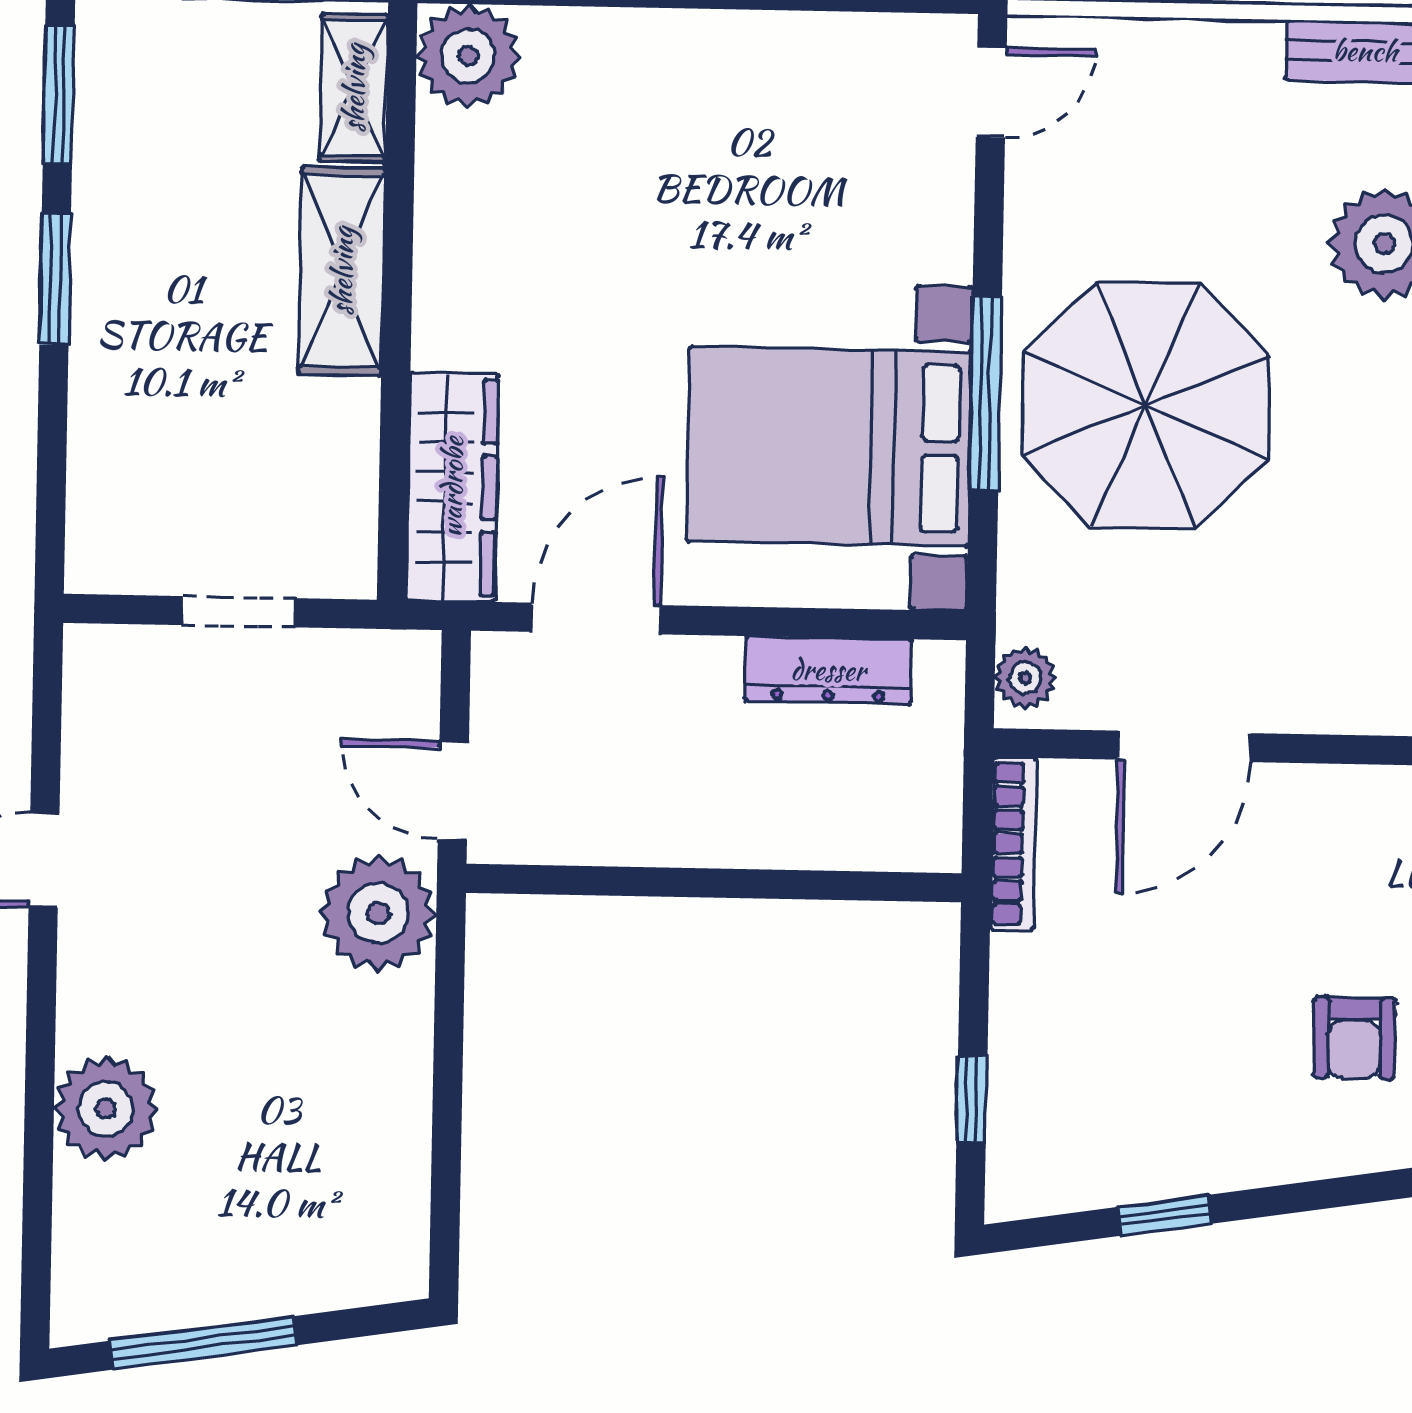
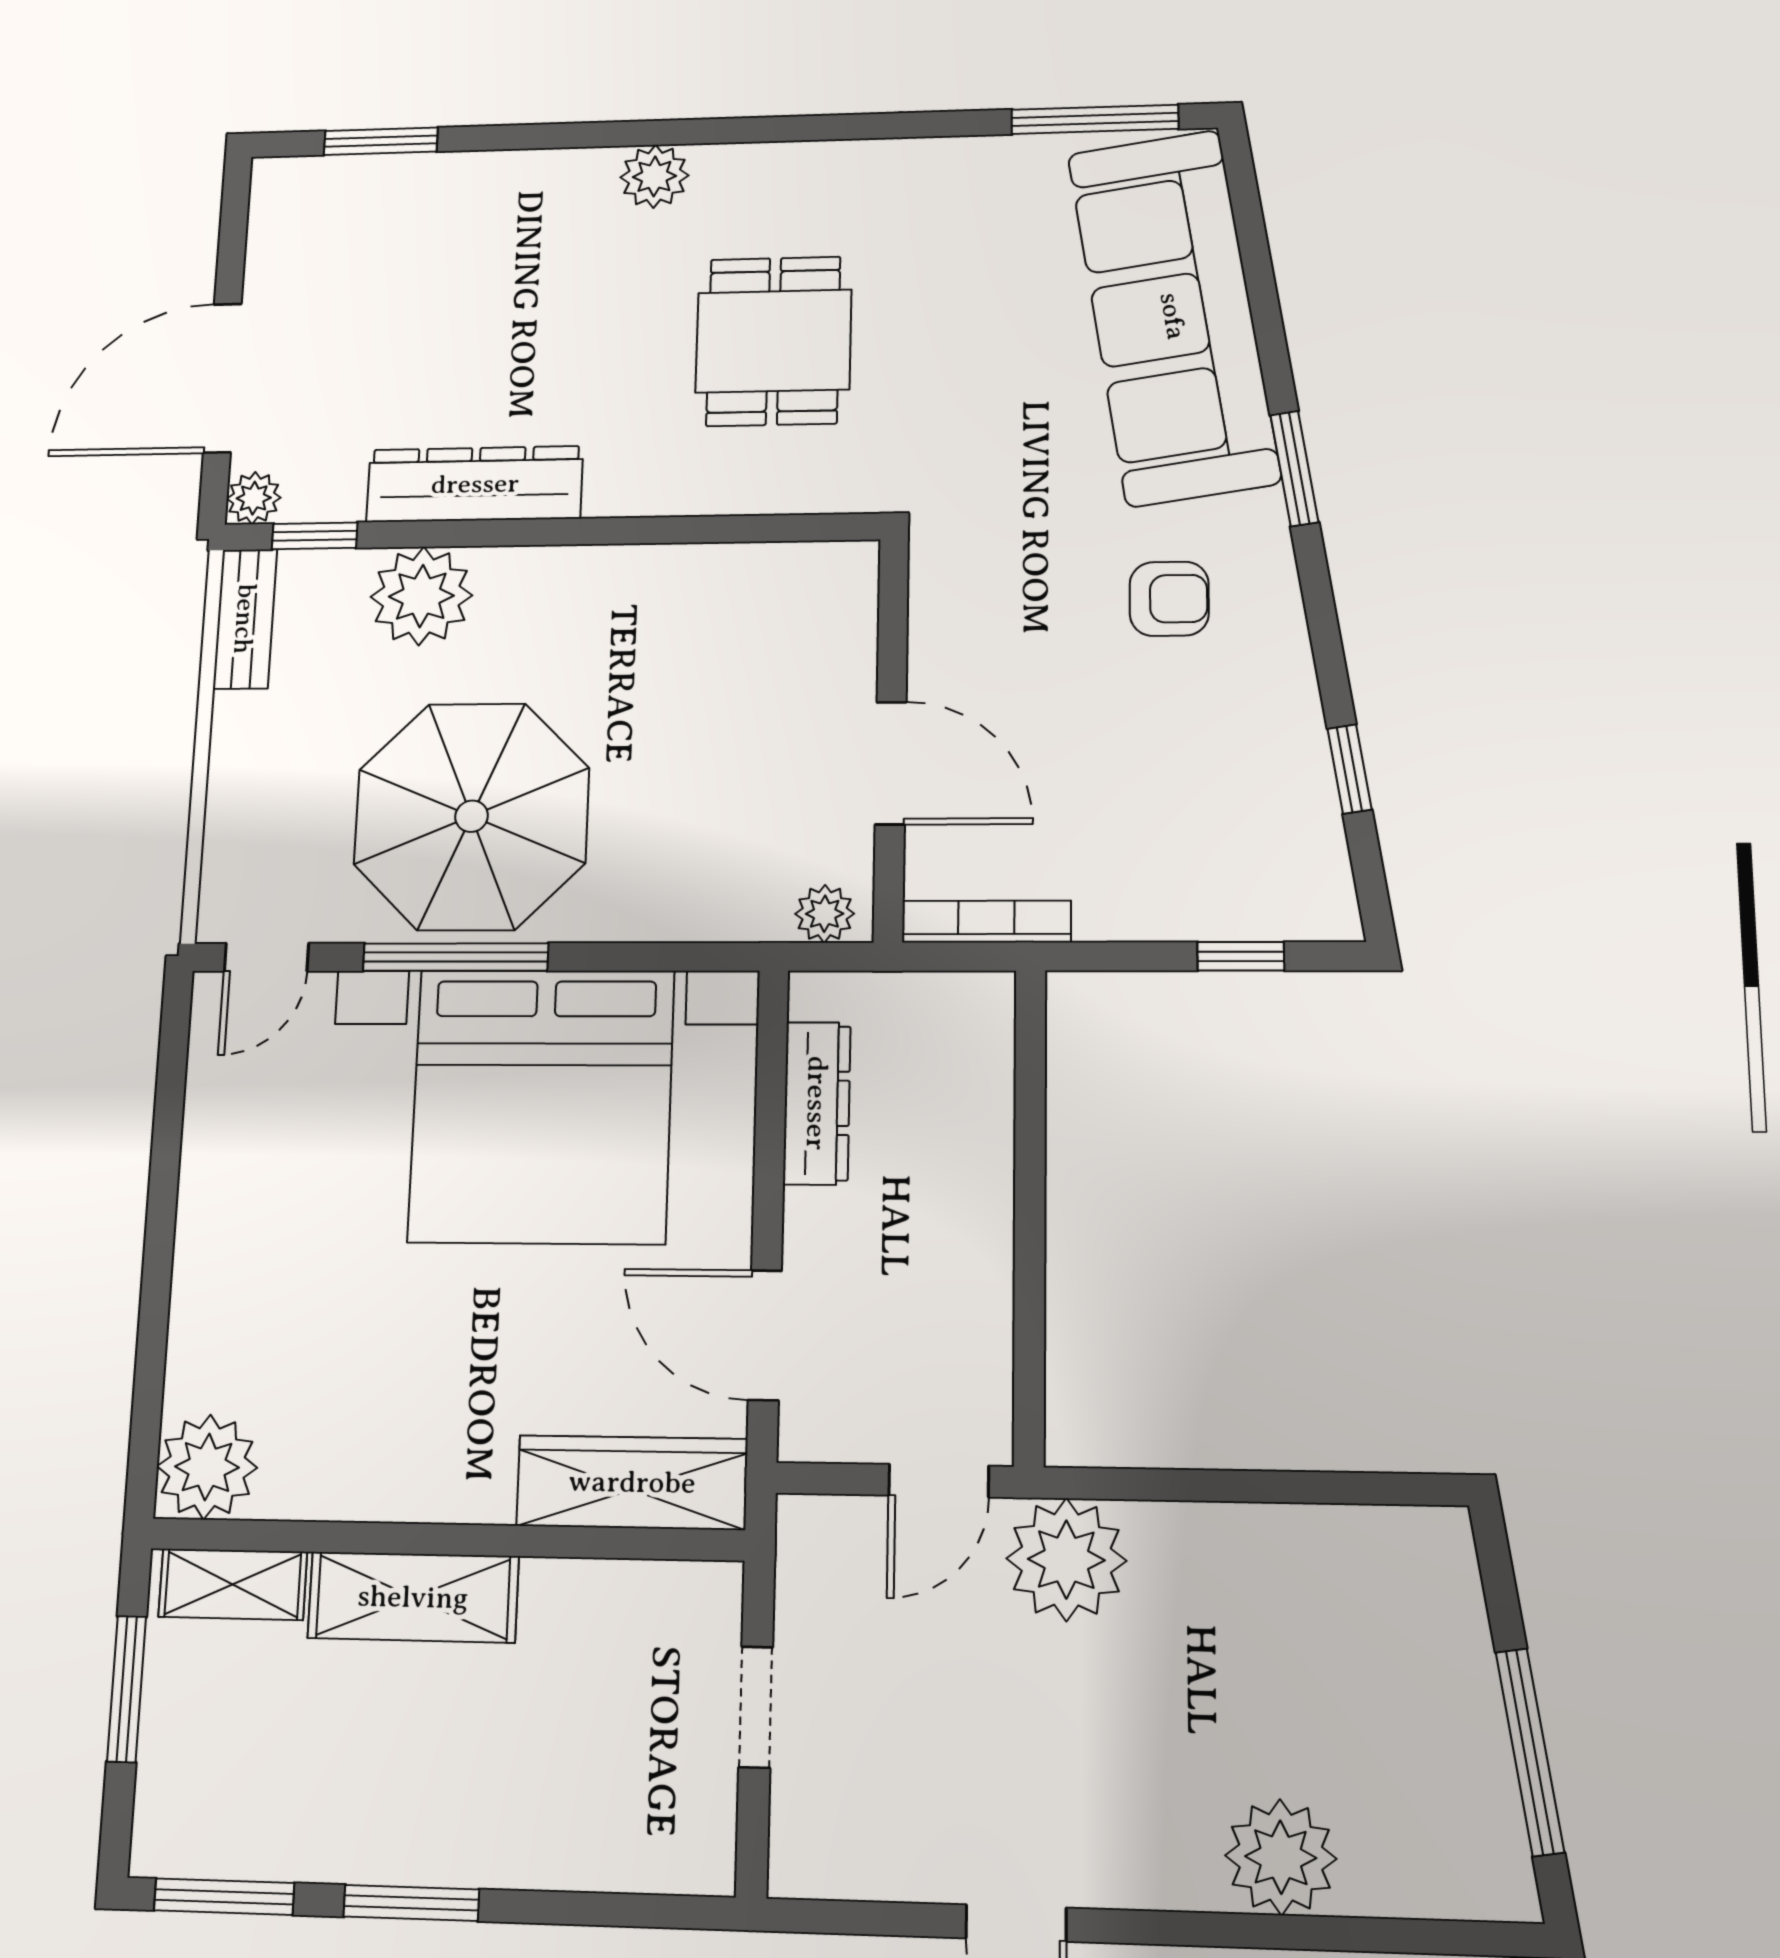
door: (991, 92) -> (266, 957), swing flipped
window: (985, 393) -> (455, 957), moved
parasol: (1146, 405) -> (472, 816), moved
bed with nightstands: (829, 446) -> (542, 1106), width x1.36

